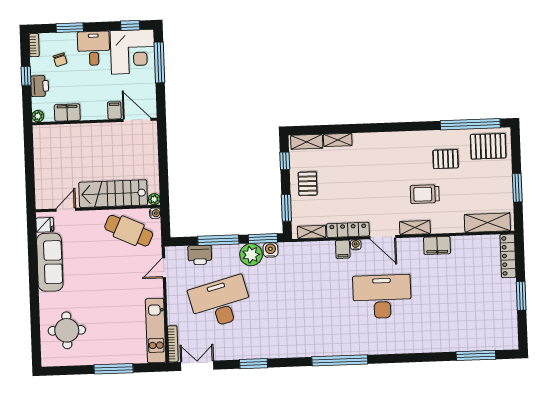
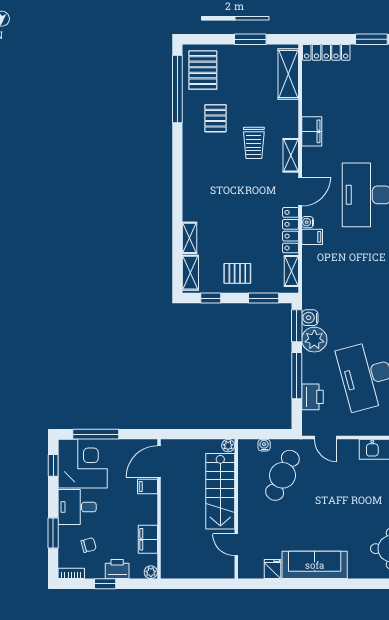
stairs: (113, 194) -> (220, 491), moved
plant: (154, 199) -> (228, 446), moved
wall: (98, 208) -> (236, 509), moved
door: (66, 210) -> (236, 545), moved

